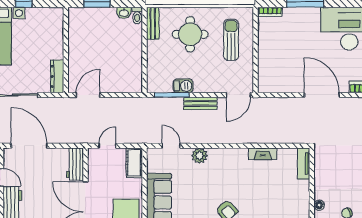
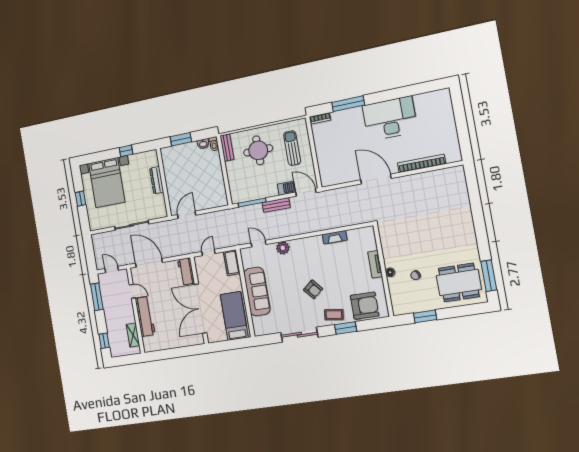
dresser: (57, 76) -> (157, 180), moved
barbecue: (183, 86) -> (286, 188), moved
door: (238, 95) -> (306, 192), swing flipped
tv unit: (304, 163) -> (375, 264), moved

